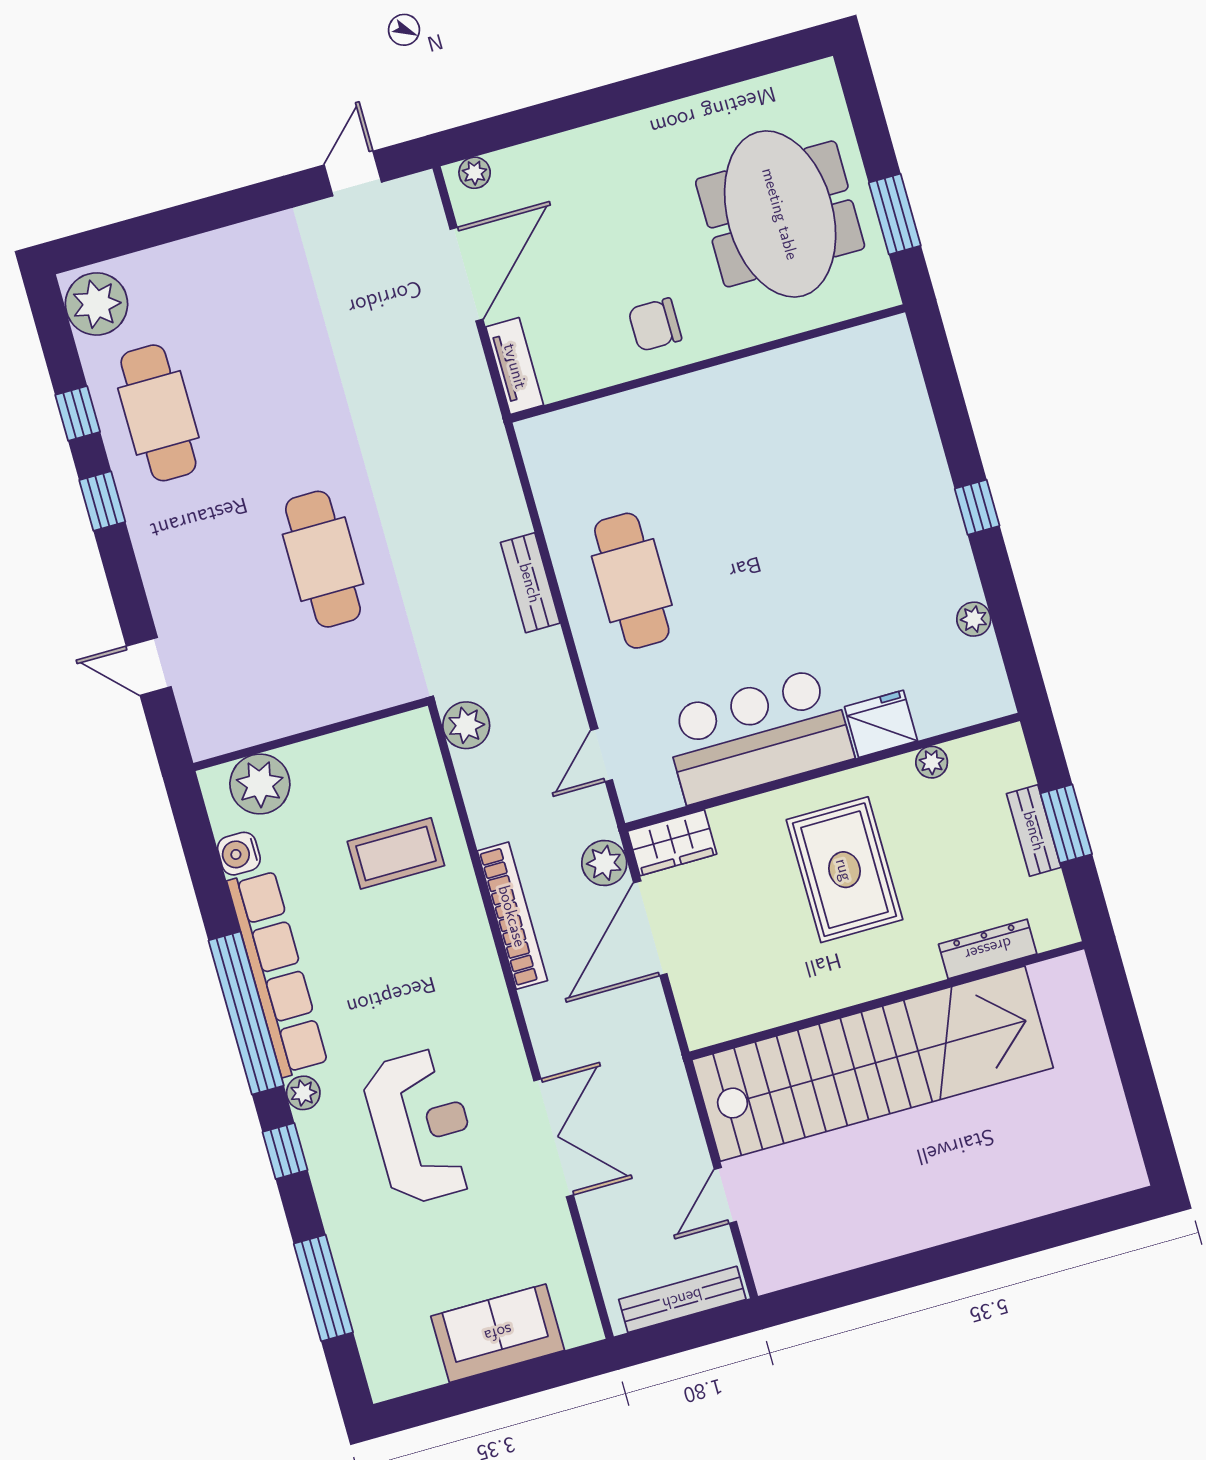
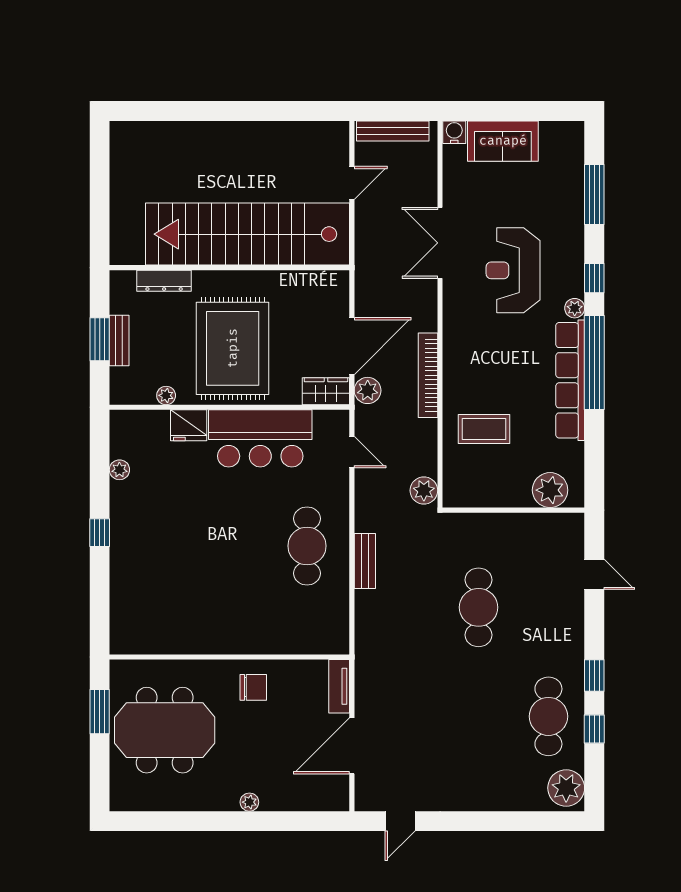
plant: (475, 173) -> (249, 802), moved
meeting table: (780, 214) -> (165, 730), turned 90
door: (602, 755) -> (352, 452), hinge flipped
water cooler: (239, 854) -> (454, 132), moved, turned -90
rug: (844, 870) -> (233, 348), width x1.37, depth x1.44

